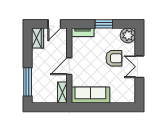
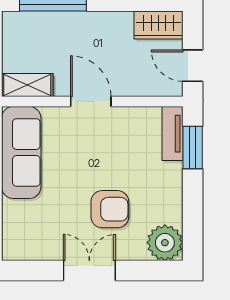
window: (104, 24) -> (193, 148), moved
armchair: (114, 58) -> (110, 209), turned -90

